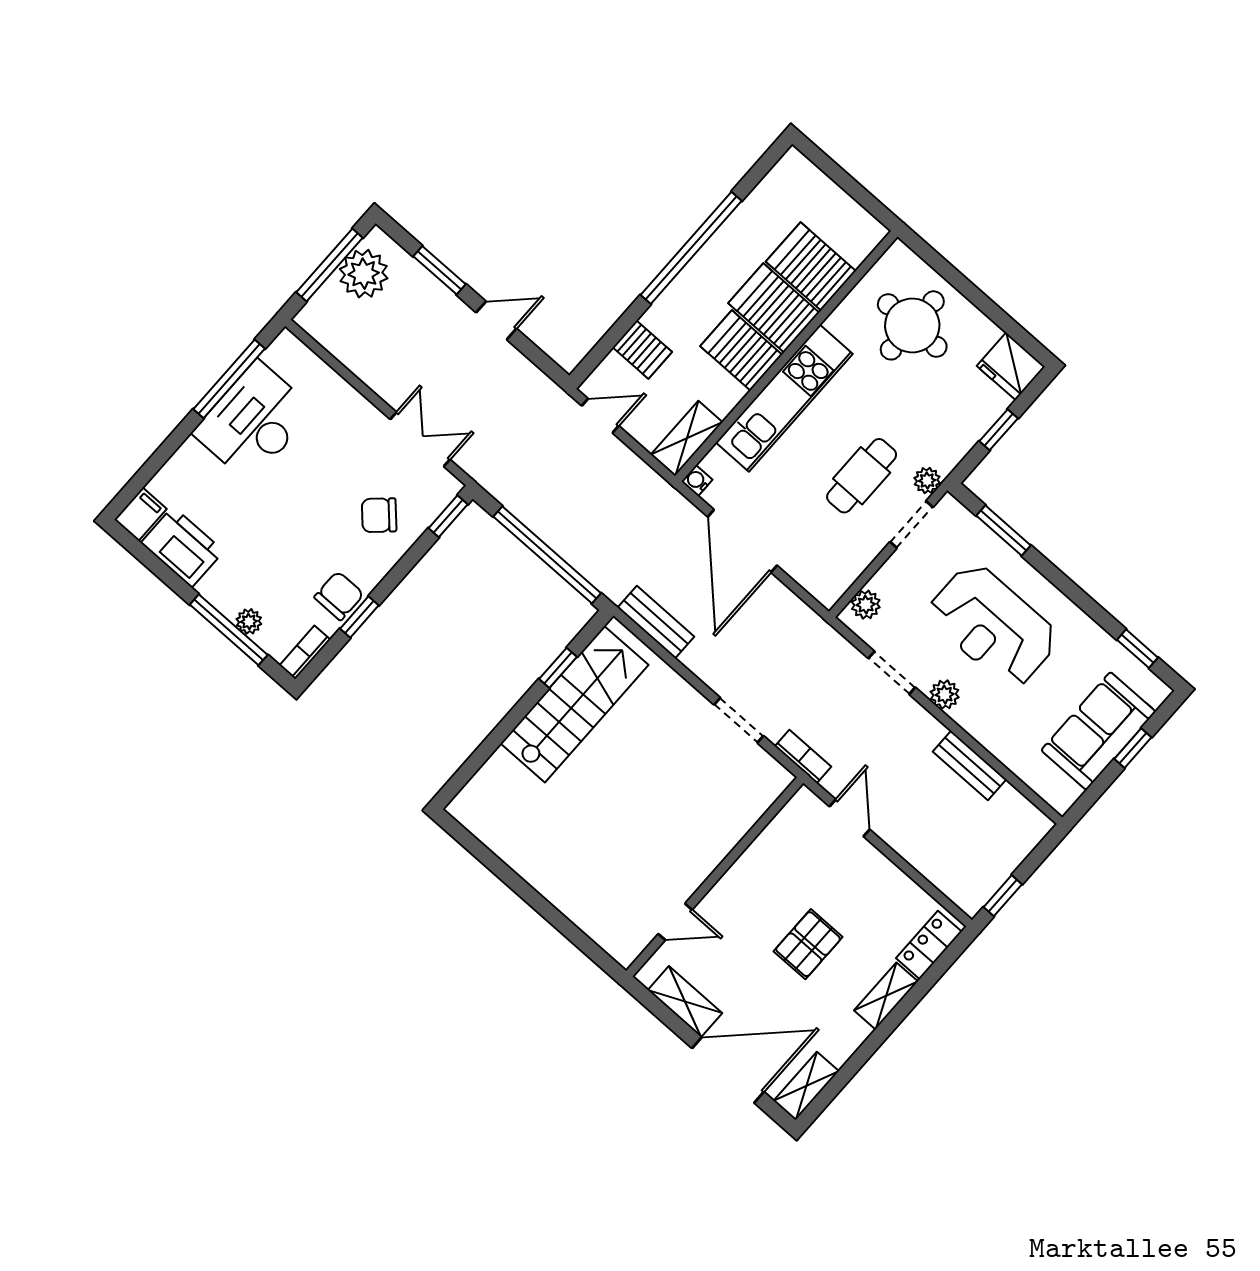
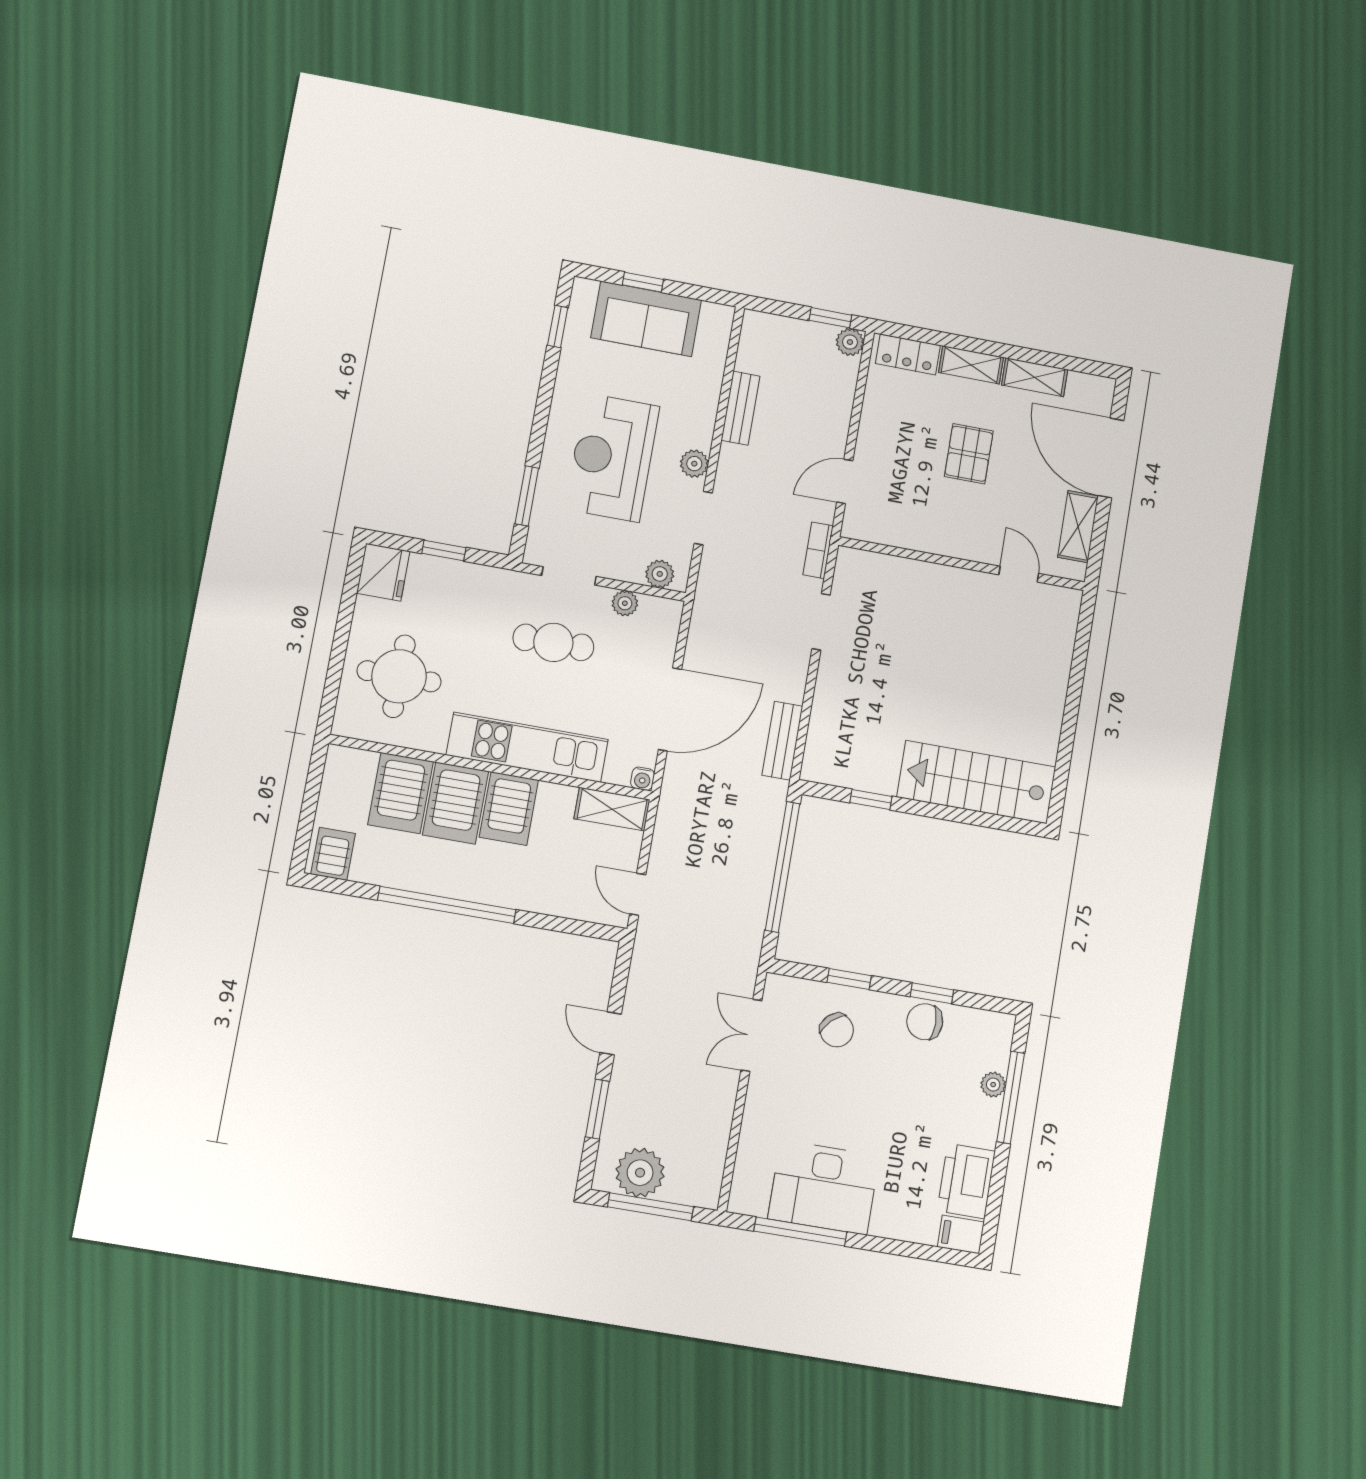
server rack: (642, 350) -> (333, 854), moved
plant: (927, 481) -> (625, 603), moved
window: (448, 516) -> (849, 979), moved
reception desk: (993, 626) -> (612, 458), turned 180
bookcase: (305, 652) -> (990, 1021), removed
stairs: (575, 704) -> (976, 782), moved
plant: (971, 900) -> (850, 342), added
pallet: (808, 944) -> (969, 454), turned 90
shelving: (806, 1086) -> (1035, 377), moved

